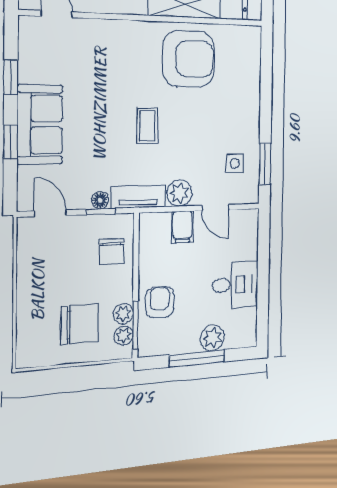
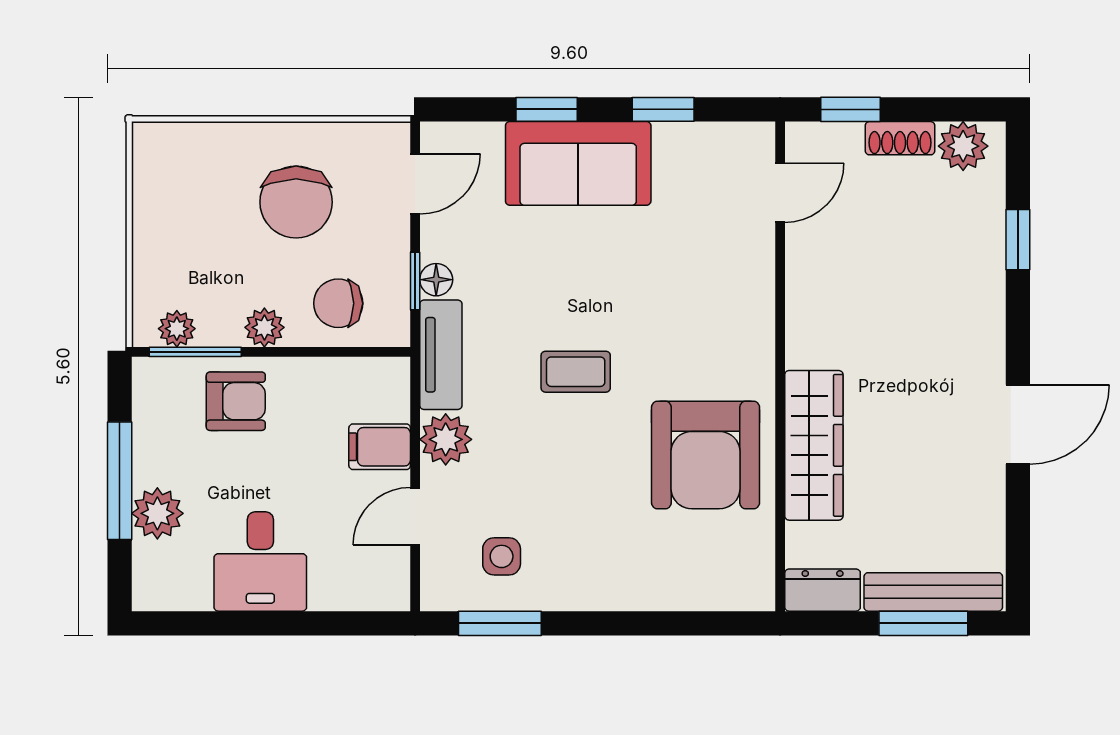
plant: (123, 314) -> (264, 327), moved
chair: (80, 324) -> (296, 202), moved

